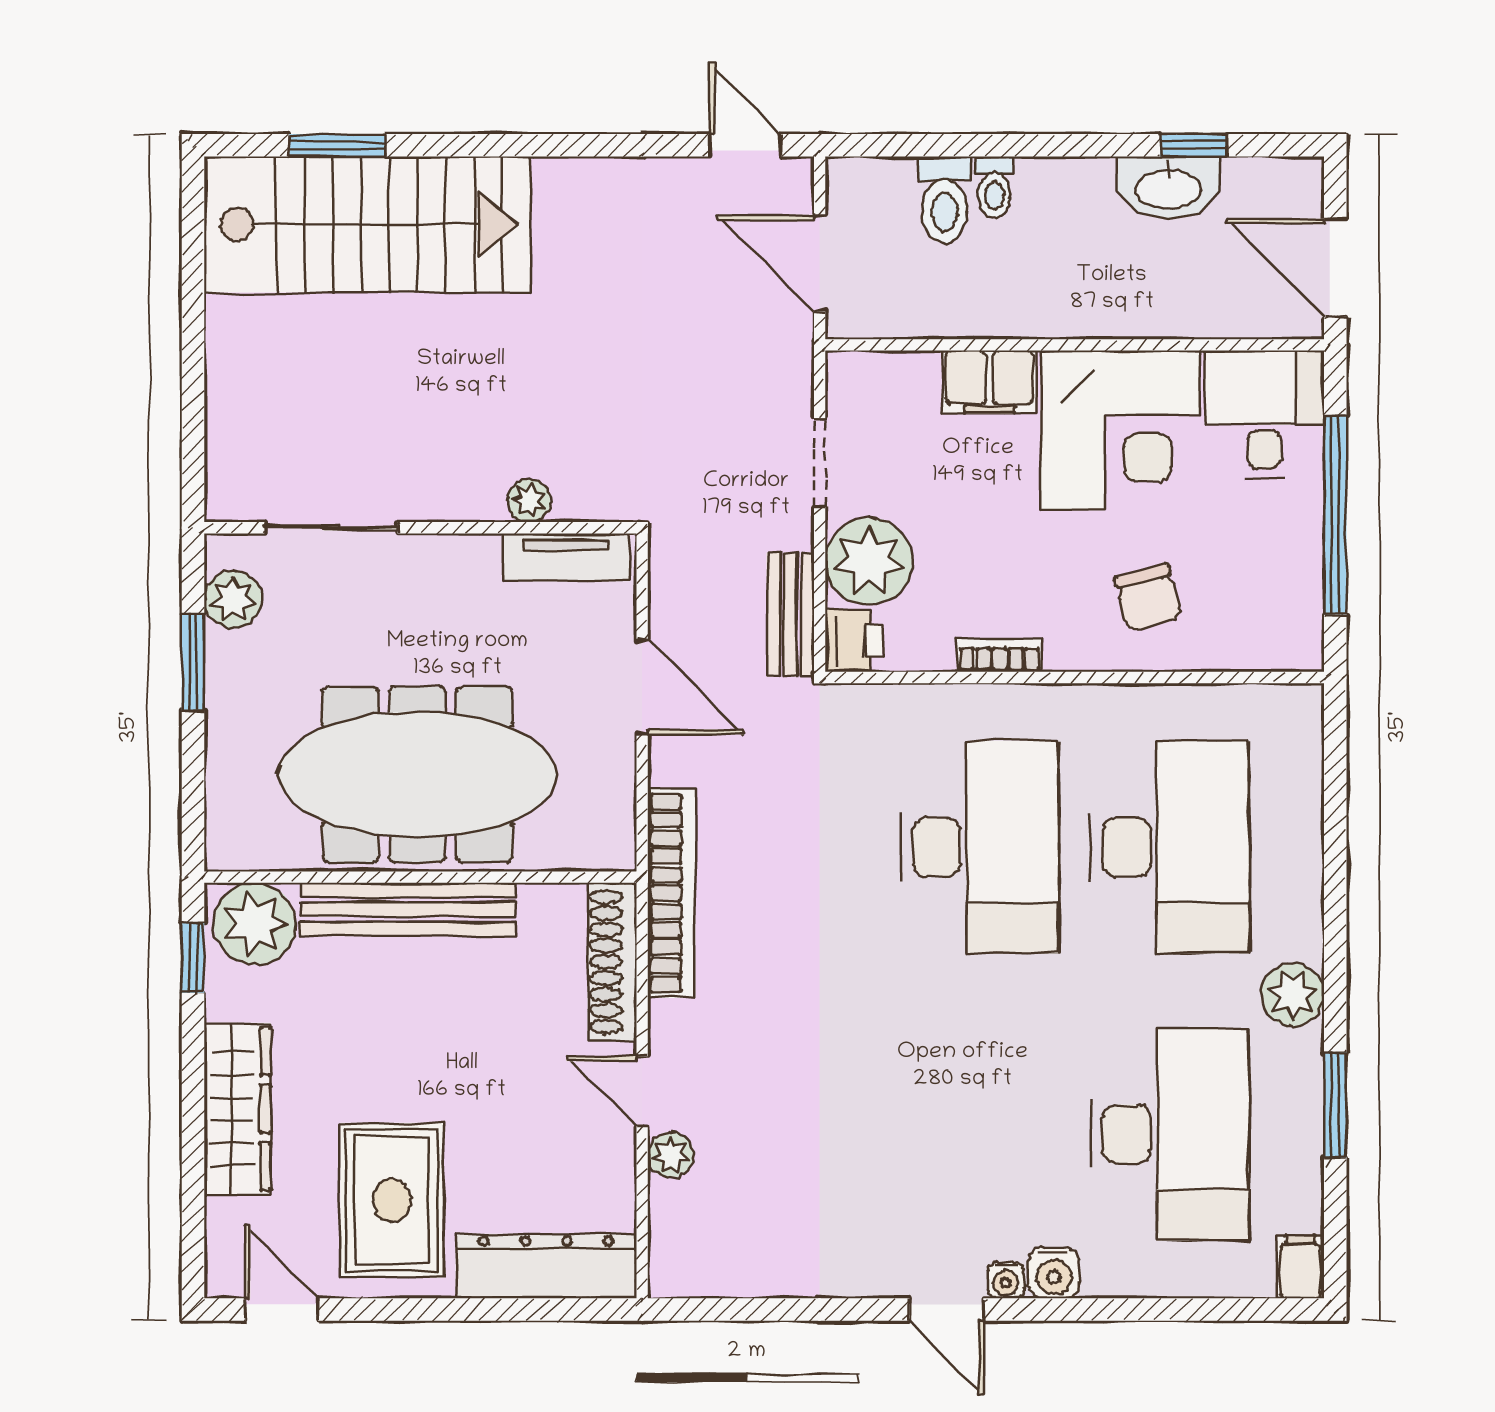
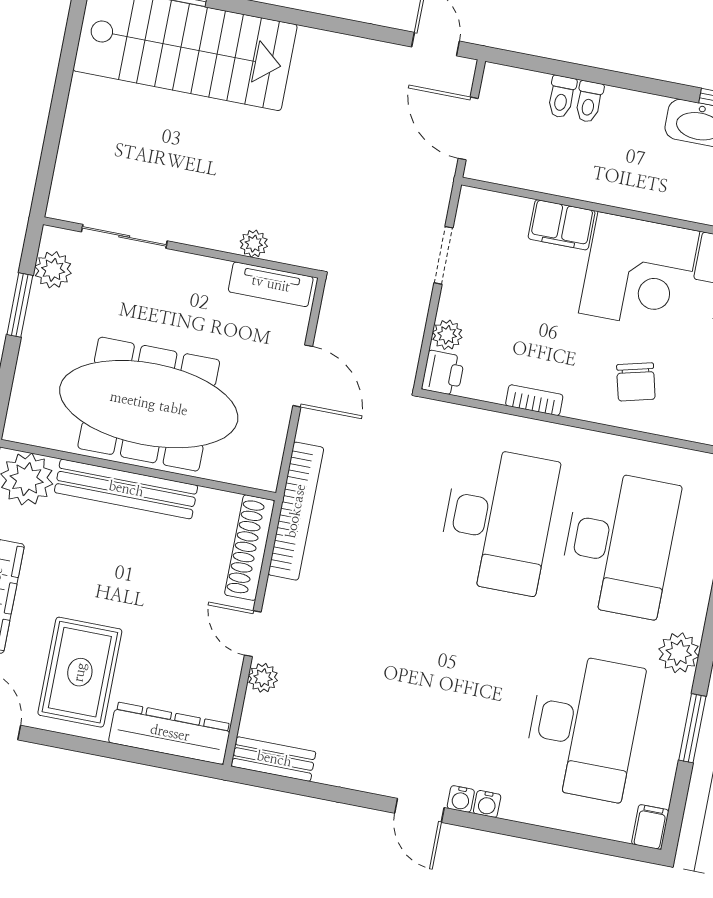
toilet: (945, 200) -> (562, 97), width x0.73, depth x0.72
plant: (869, 561) -> (447, 335), width x0.53, depth x0.53
bench: (790, 615) -> (274, 759), moved, turned 90
water cooler: (1054, 1273) -> (487, 804), width x0.72, depth x0.72

